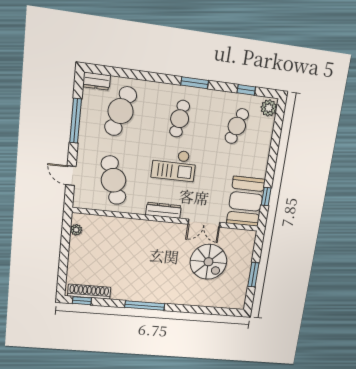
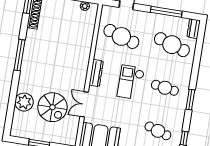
cafe table: (113, 180) -> (121, 36), turned 36
spiral stairs: (208, 262) -> (52, 107), turned -90
plant: (203, 296) -> (24, 102), added

